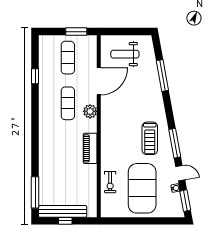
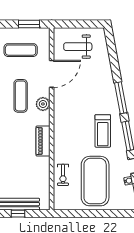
exercise mat: (68, 58) -> (21, 50), turned 90
window: (162, 75) -> (121, 98), moved

